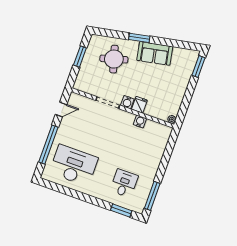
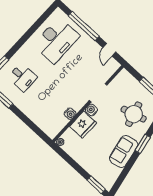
fridge: (139, 105) -> (83, 125), width x1.88, depth x1.34

